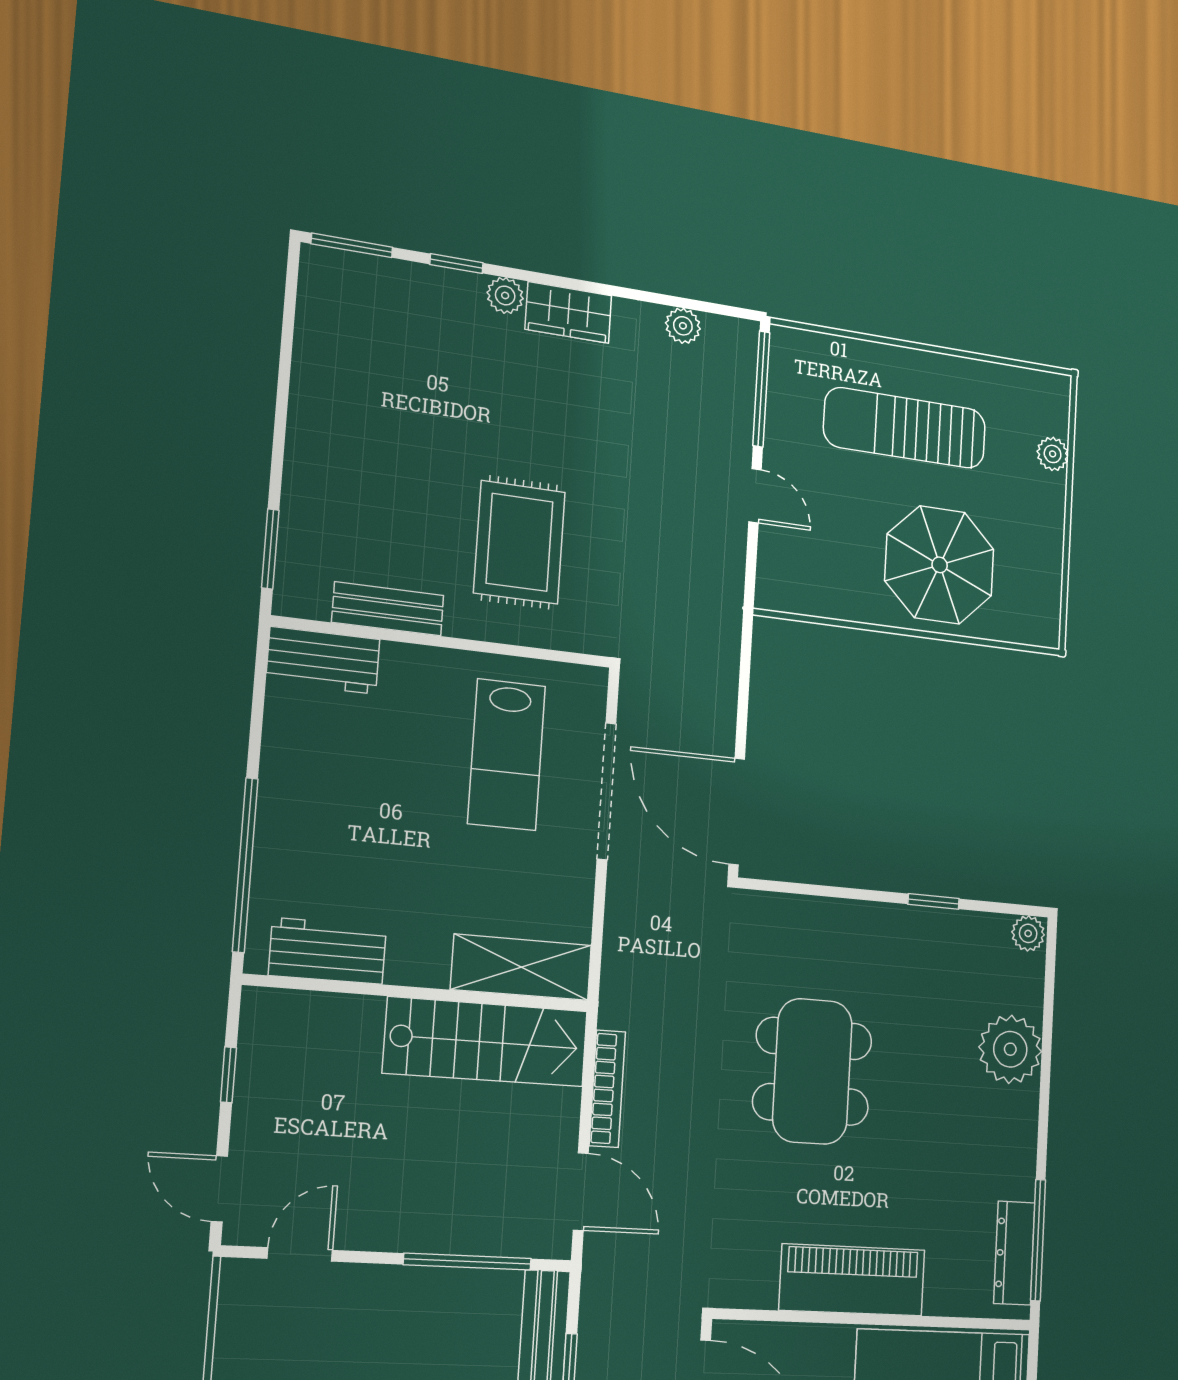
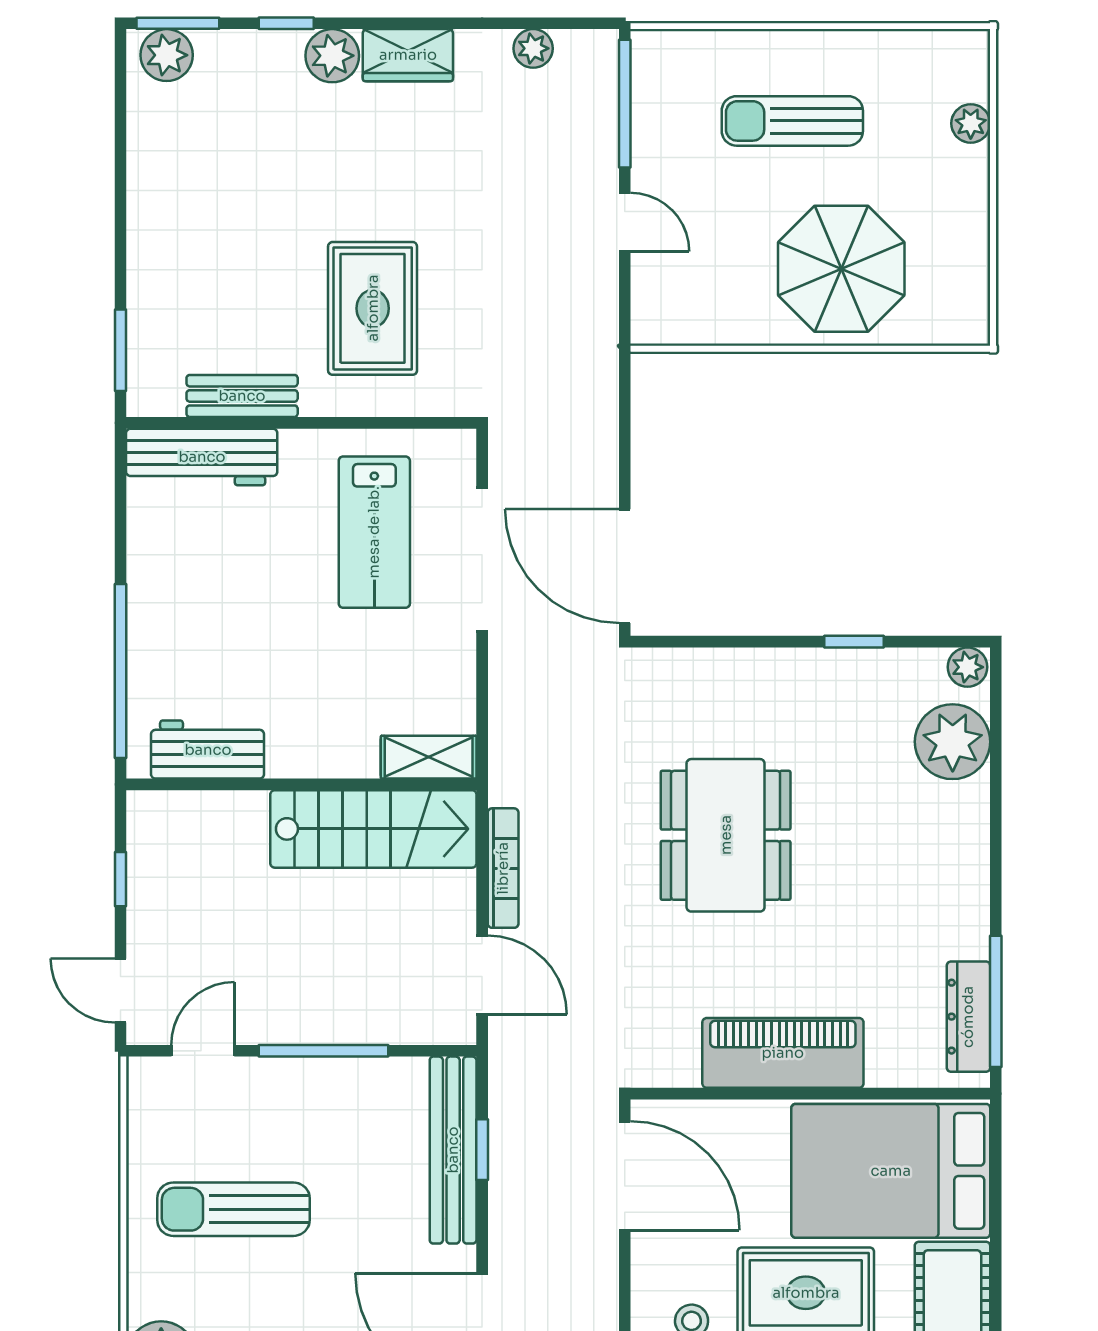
plant: (338, 273) -> (167, 55), added
plant: (505, 295) -> (332, 56), width x1.38, depth x1.38
sun lounger: (905, 428) -> (792, 121), width x0.73, depth x0.75
workbench: (323, 660) -> (202, 457), width x1.38
shelving: (521, 967) -> (429, 757), width x0.67, depth x0.75
plant: (1010, 1049) -> (953, 742), moved
window: (468, 1261) -> (324, 1051), moved

